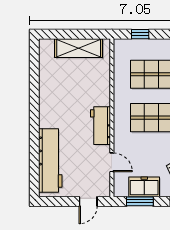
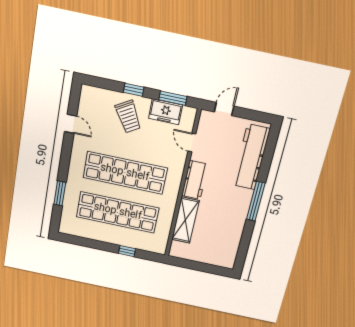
window: (140, 34) -> (127, 251), moved
shelving: (79, 48) -> (185, 220), moved, turned 90
window: (34, 117) -> (256, 201), added

